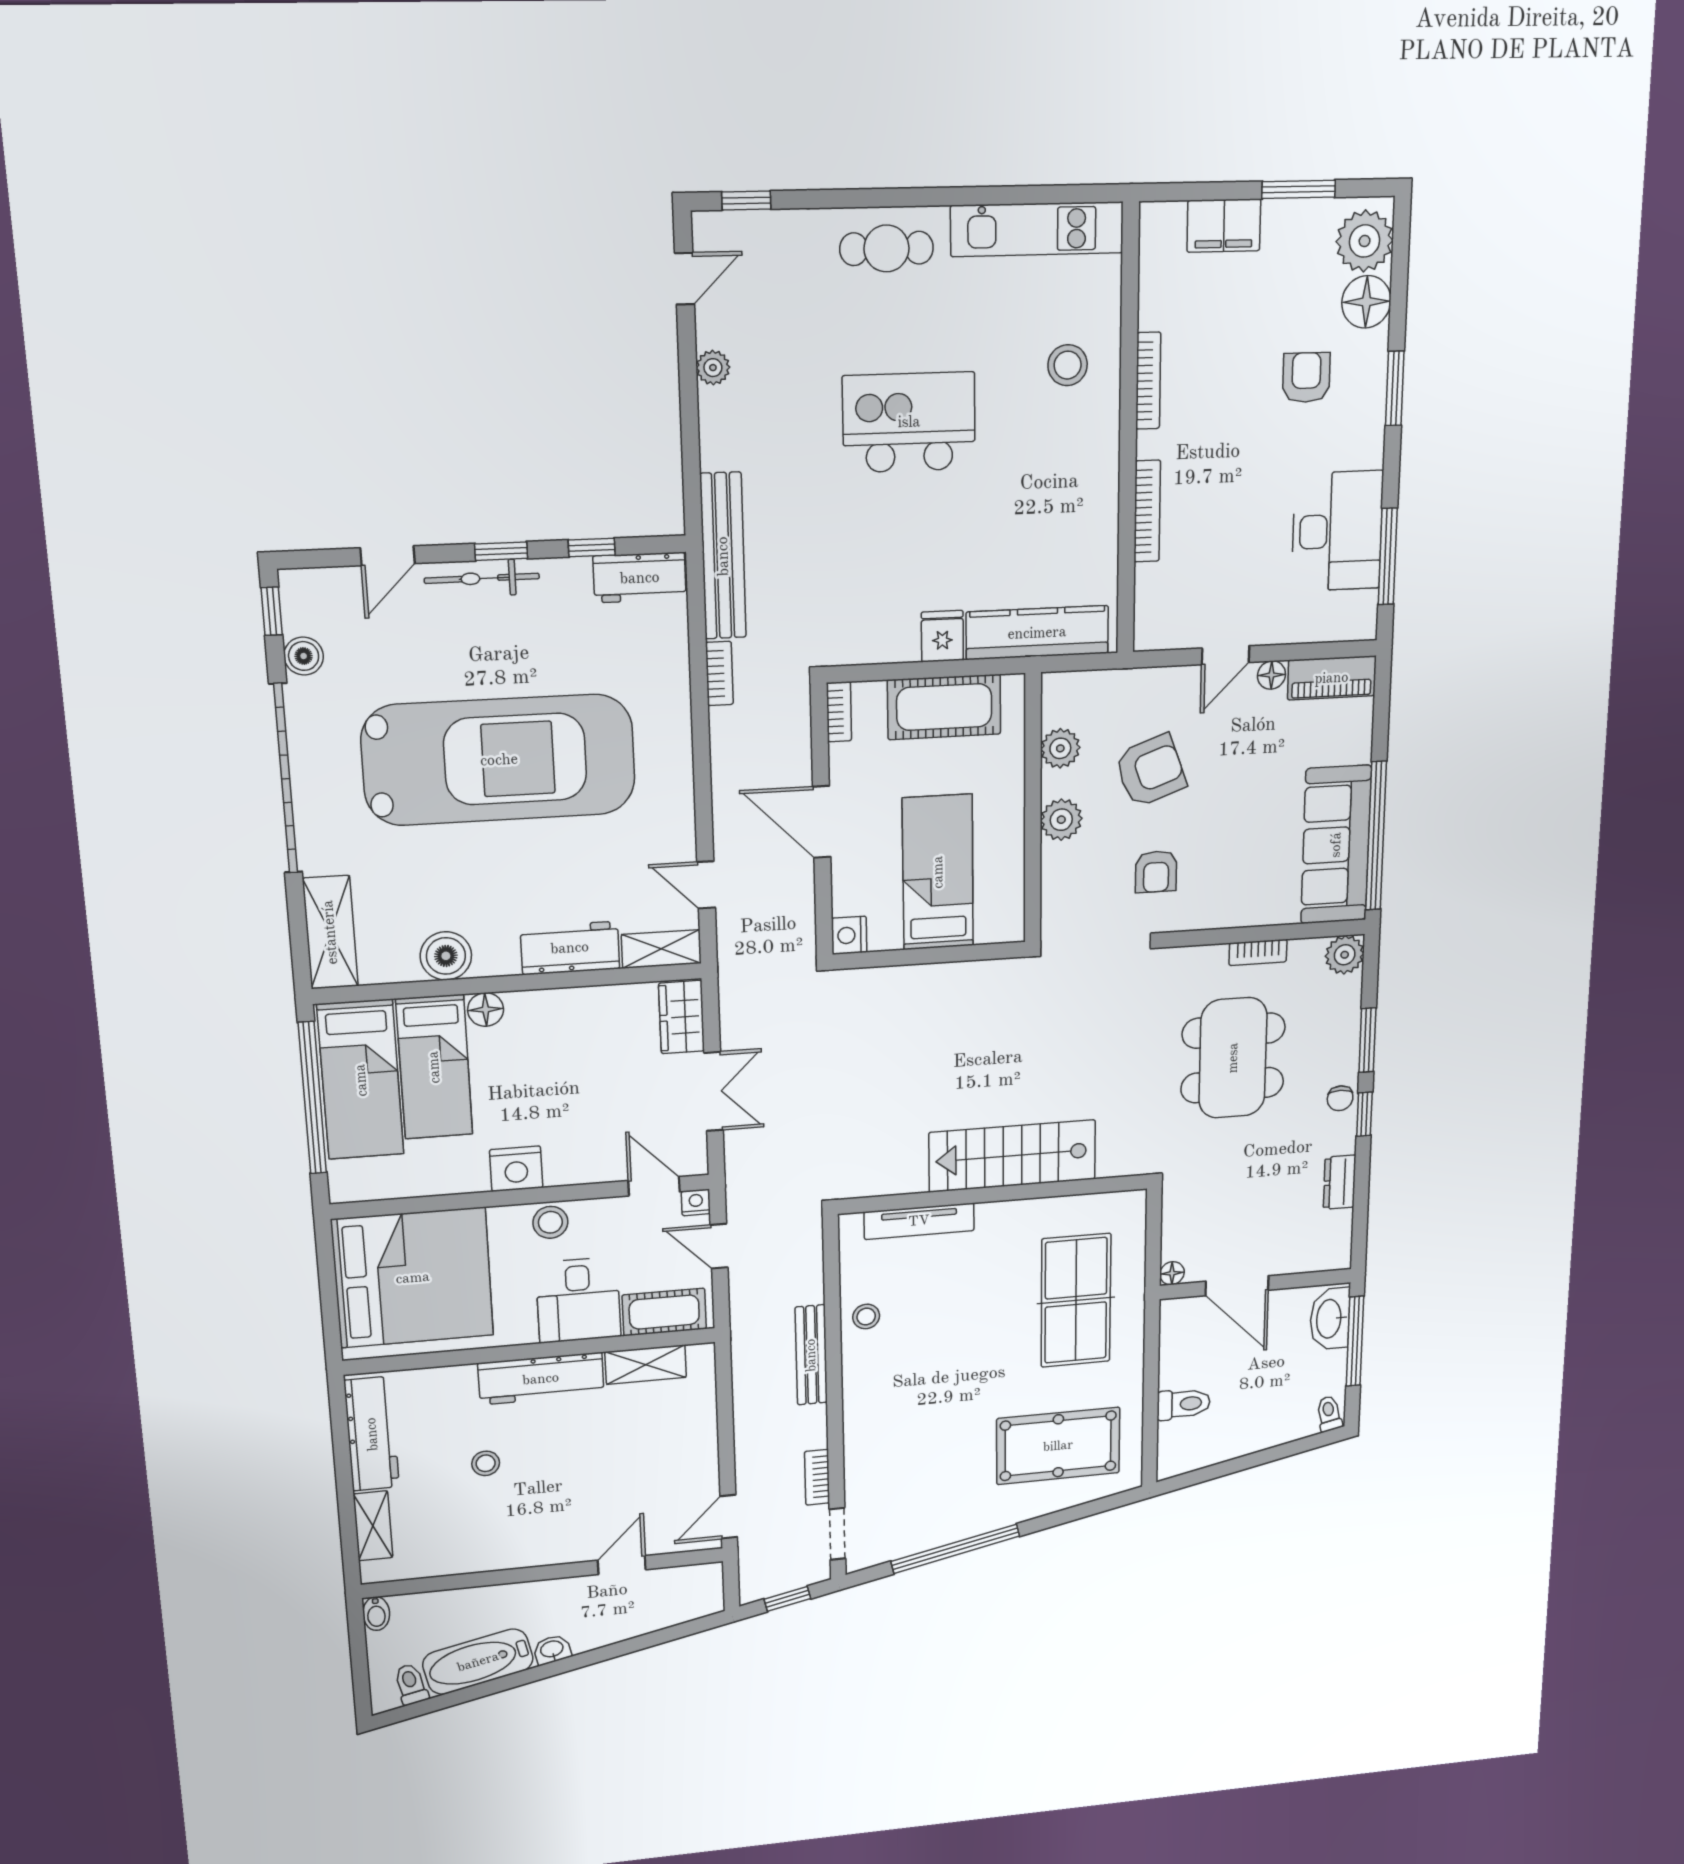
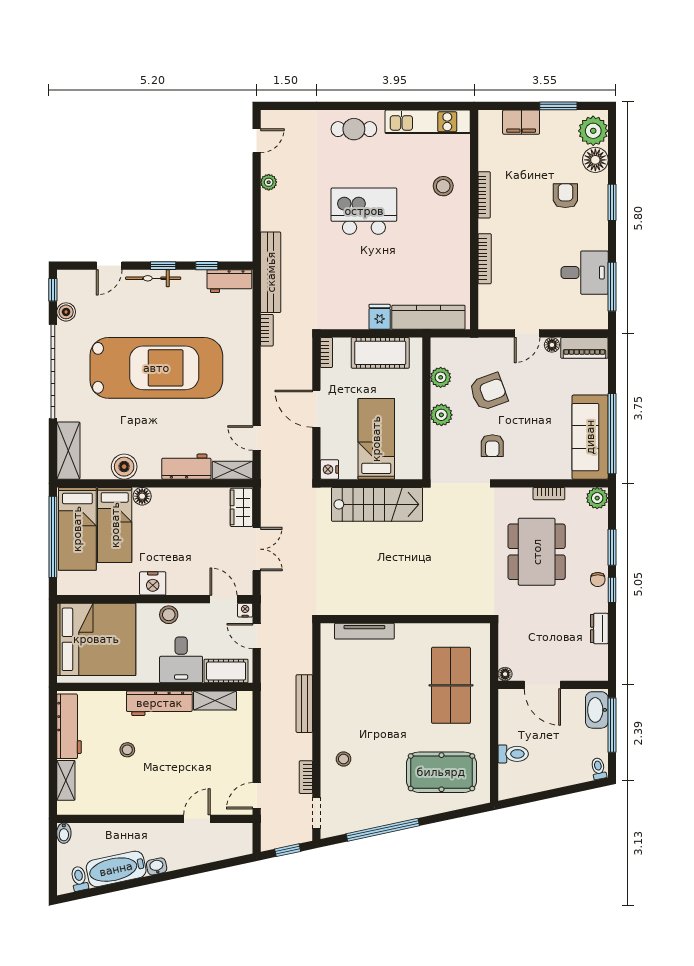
window: (746, 200) -> (287, 106), removed
desk: (1337, 531) -> (585, 273), width x0.73
stairs: (1012, 1156) -> (377, 504), moved, turned 180
stool: (866, 1316) -> (344, 759), moved

